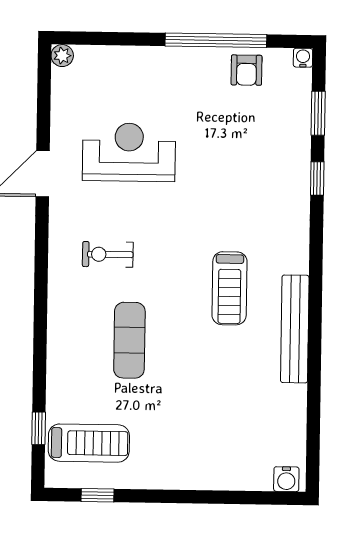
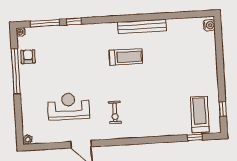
armchair: (246, 70) -> (28, 57), turned -90
window: (318, 113) -> (45, 23), width x1.44
reception desk: (129, 152) -> (69, 106), turned 90
exercise mat: (129, 340) -> (152, 100), removed

